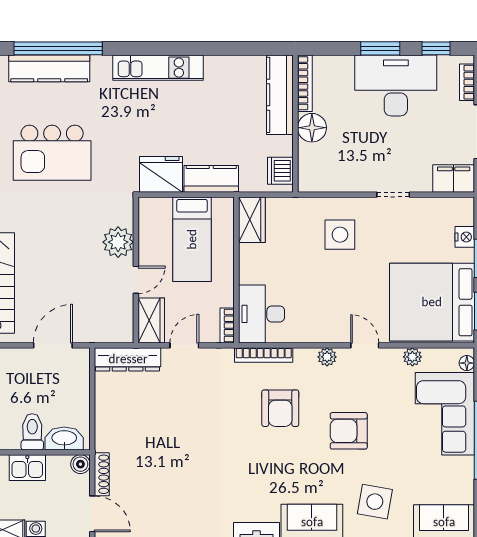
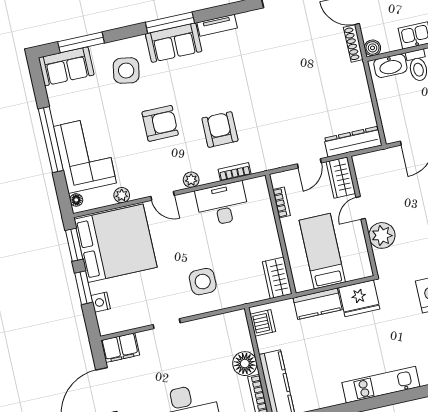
desk: (261, 314) -> (222, 204), moved, turned -90
bookcase: (227, 326) -> (282, 202), moved
bookcase: (264, 355) -> (235, 172), width x0.64

